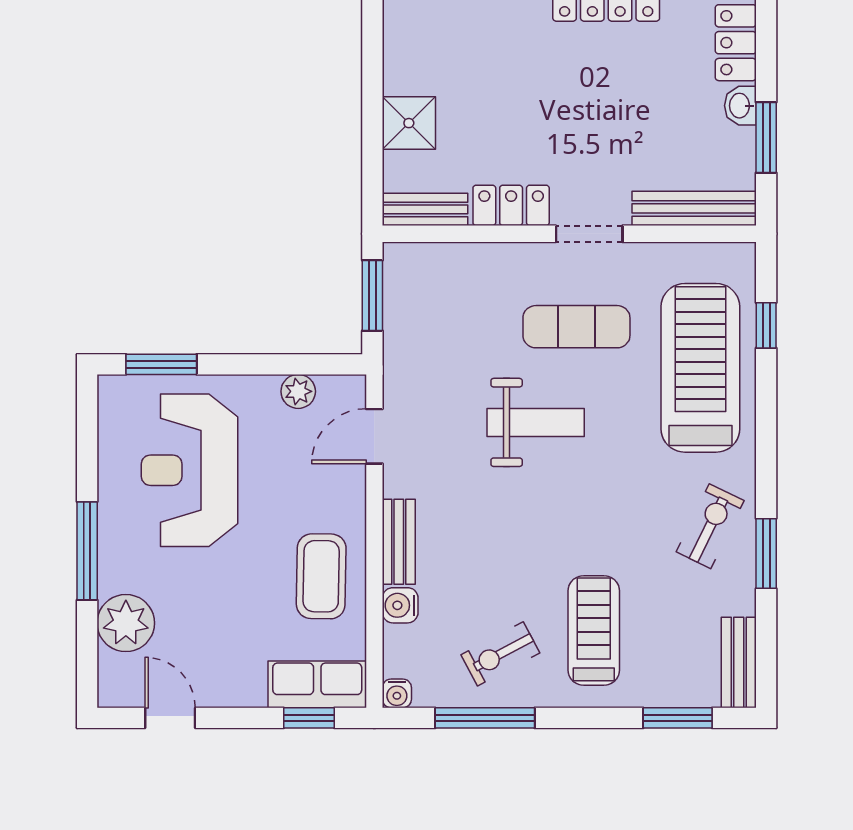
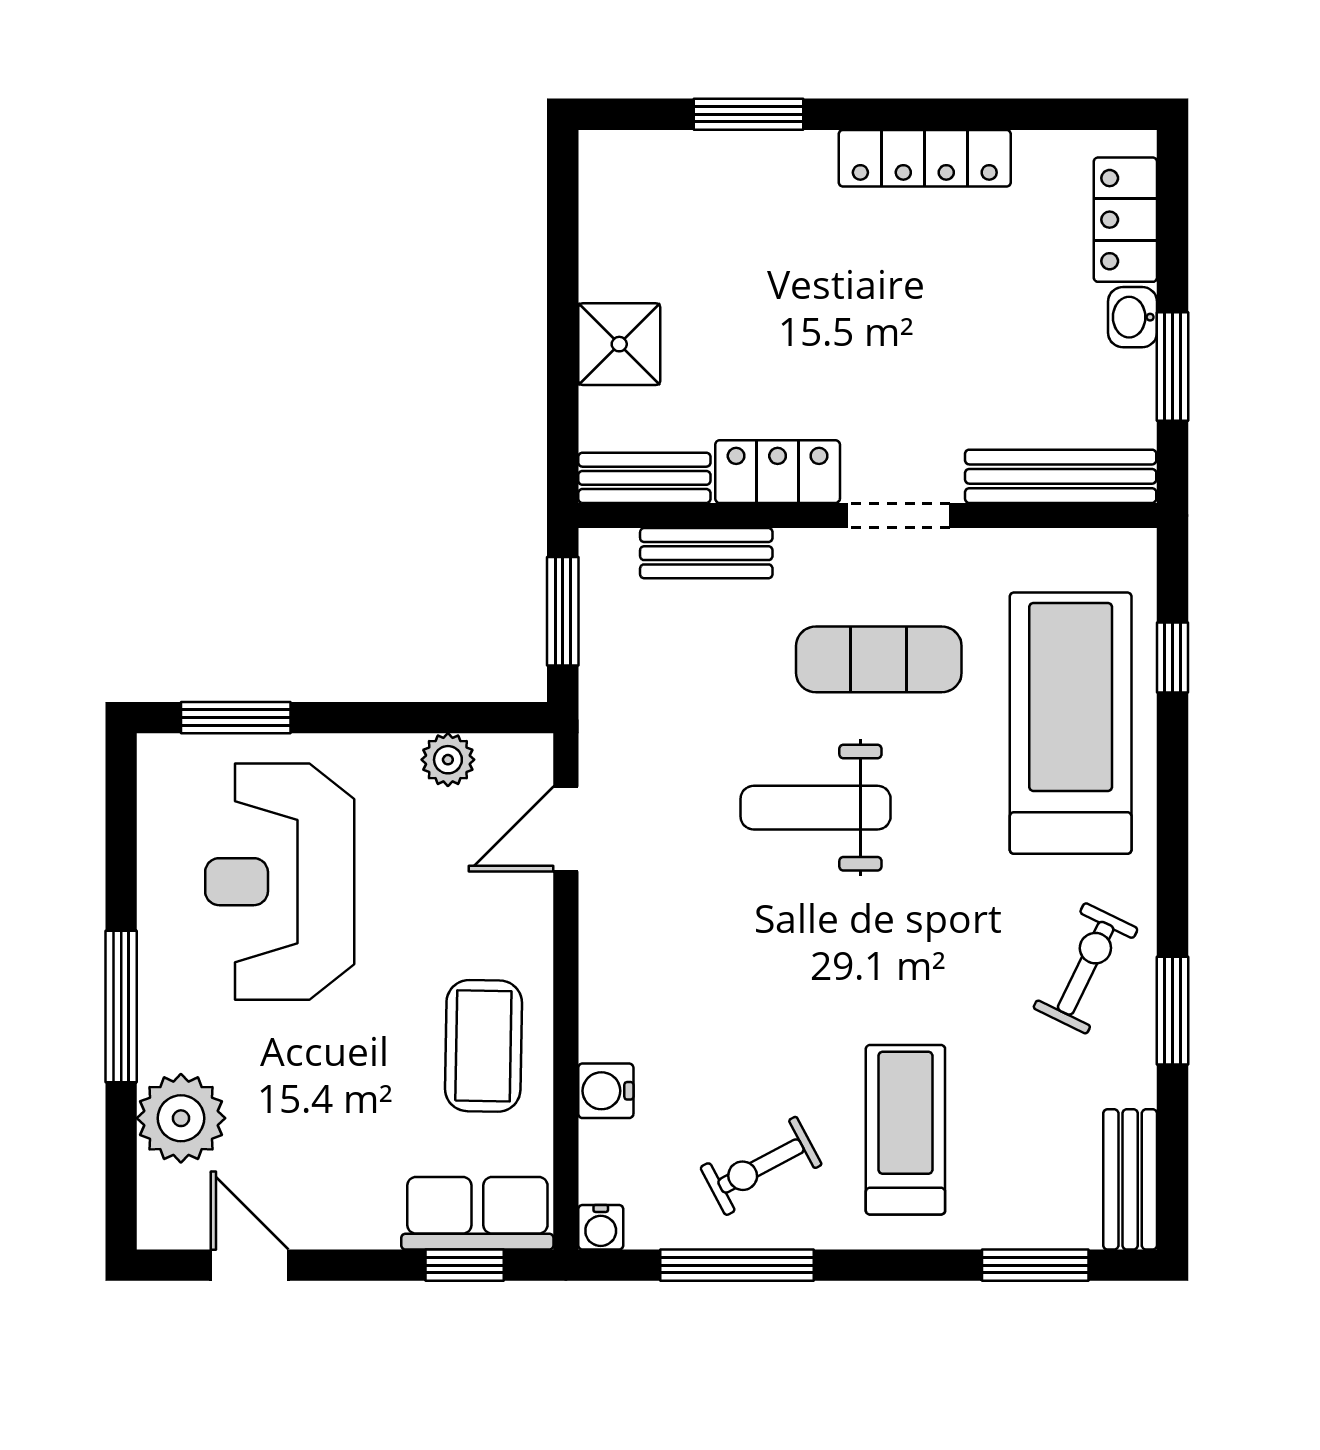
weight bench: (536, 422) -> (816, 808), turned 180
bench: (399, 542) -> (706, 553), moved, turned 90

